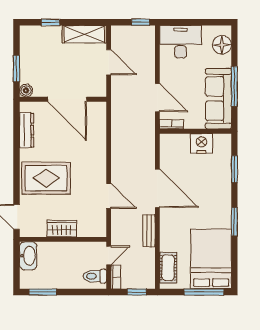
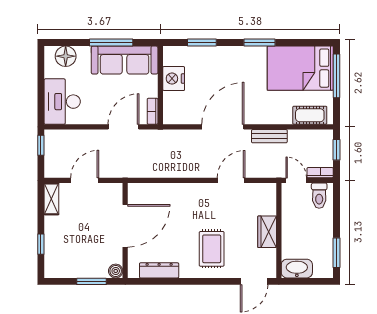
shelving: (84, 34) -> (51, 199), width x0.67, depth x0.75
rug: (46, 178) -> (212, 249), width x0.73, depth x0.70

